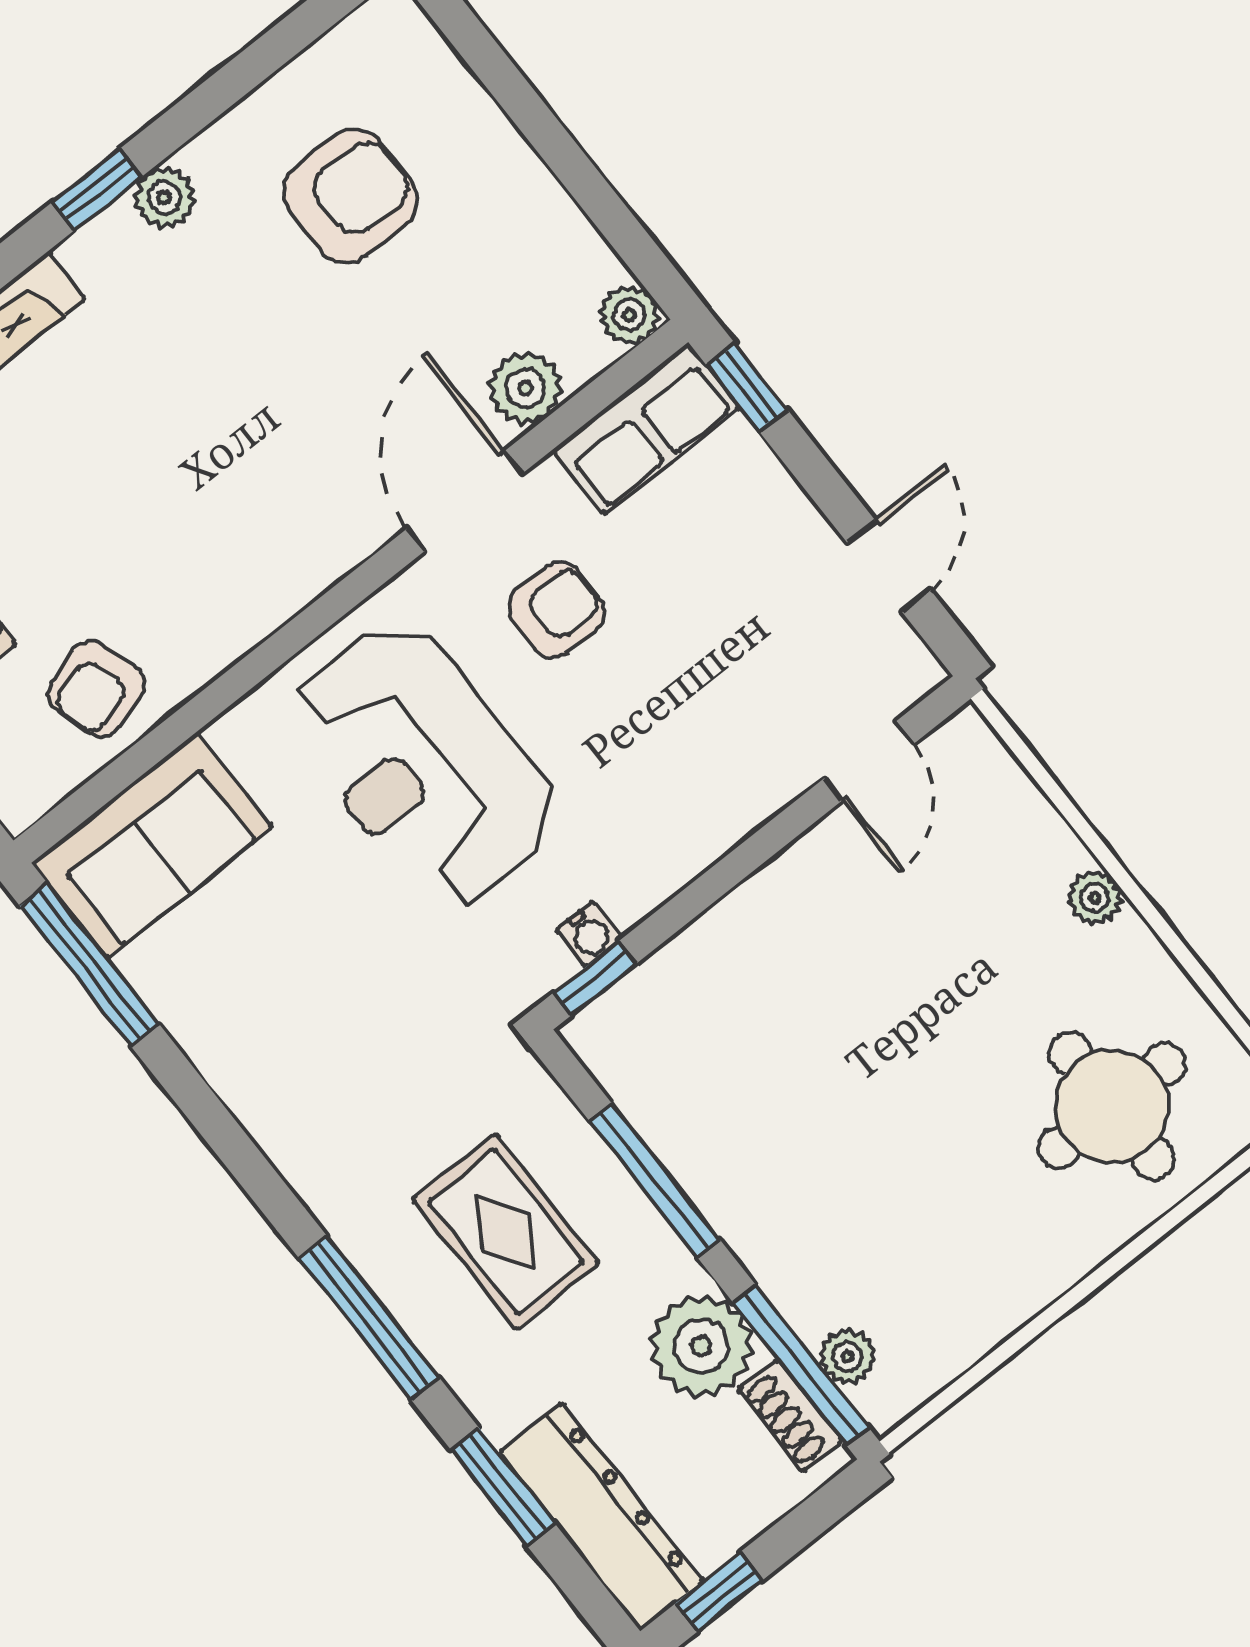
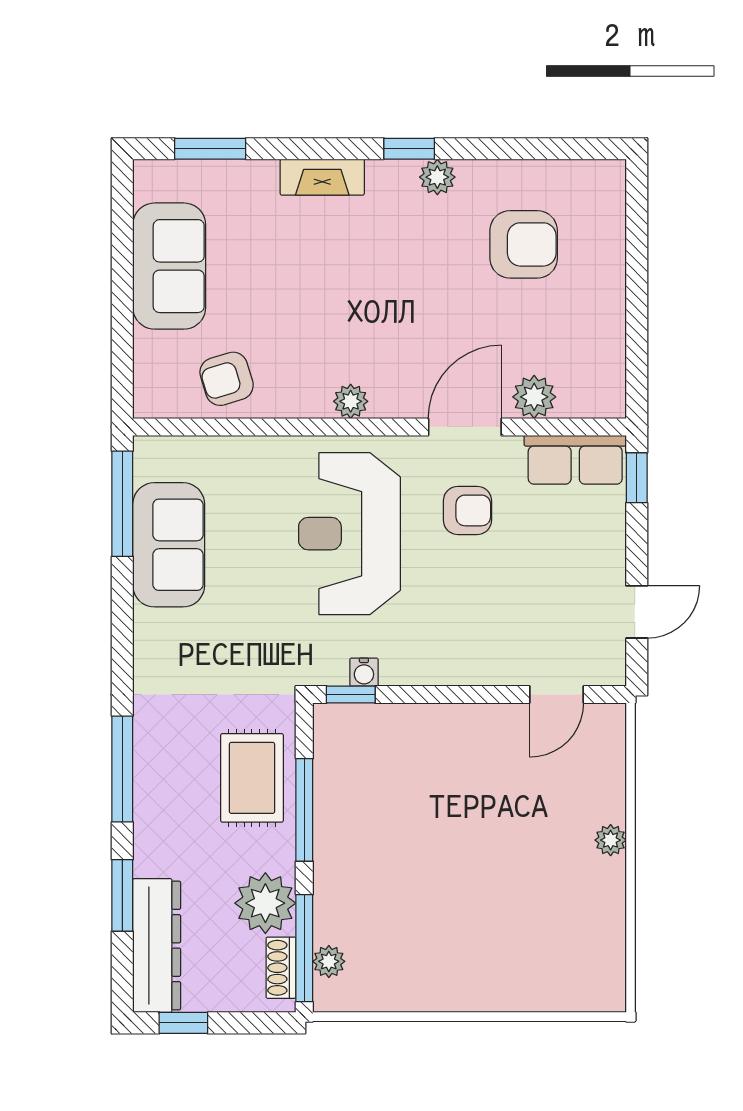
plant: (629, 315) -> (351, 401), moved
sofa: (152, 845) -> (169, 545), moved, turned -90
round table: (1112, 1106) -> (542, 942), removed
rug: (506, 1232) -> (252, 778), moved

